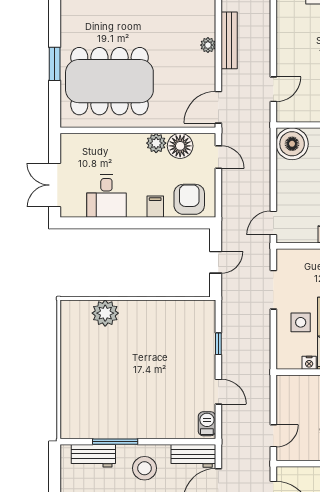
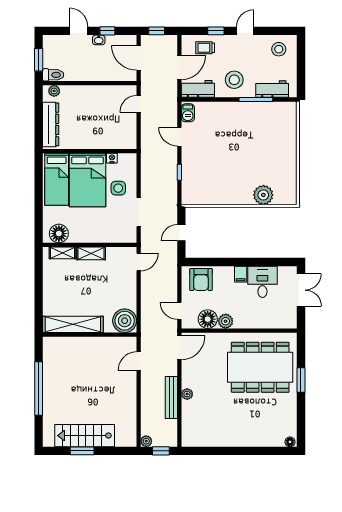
filing cabinet: (155, 207) -> (241, 274), moved

